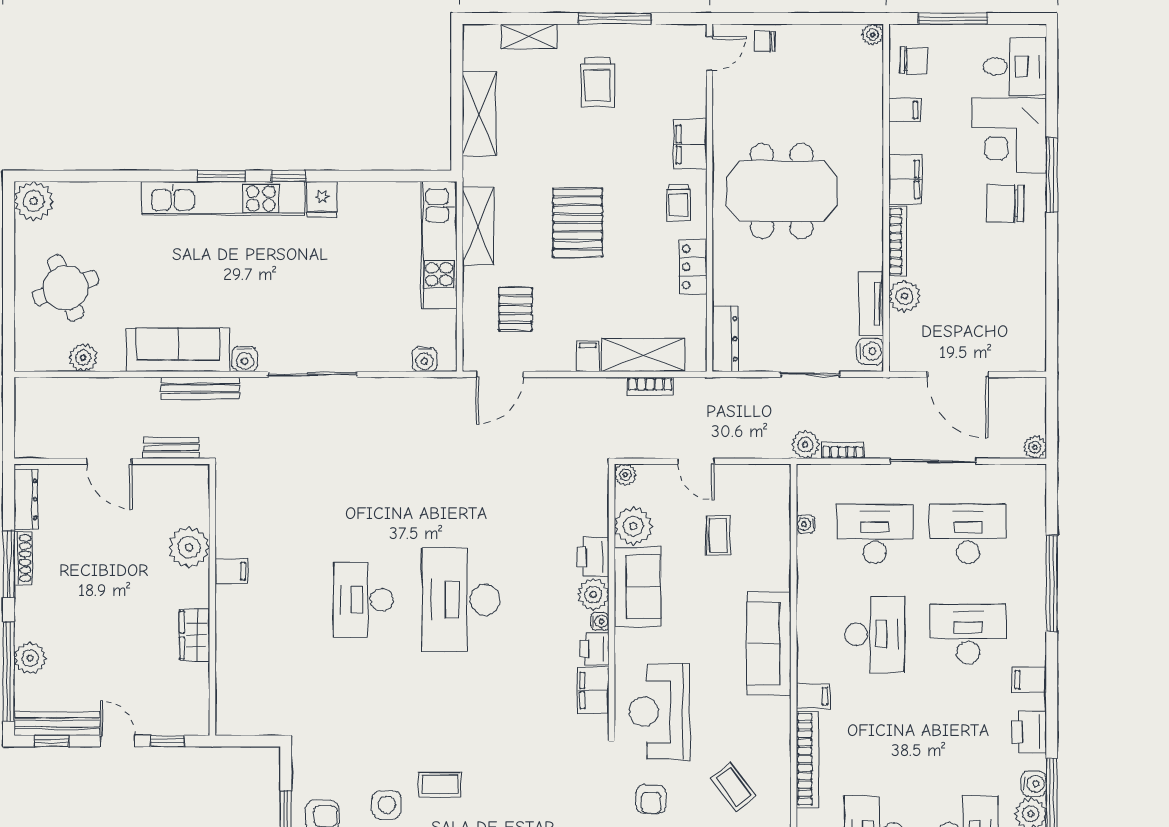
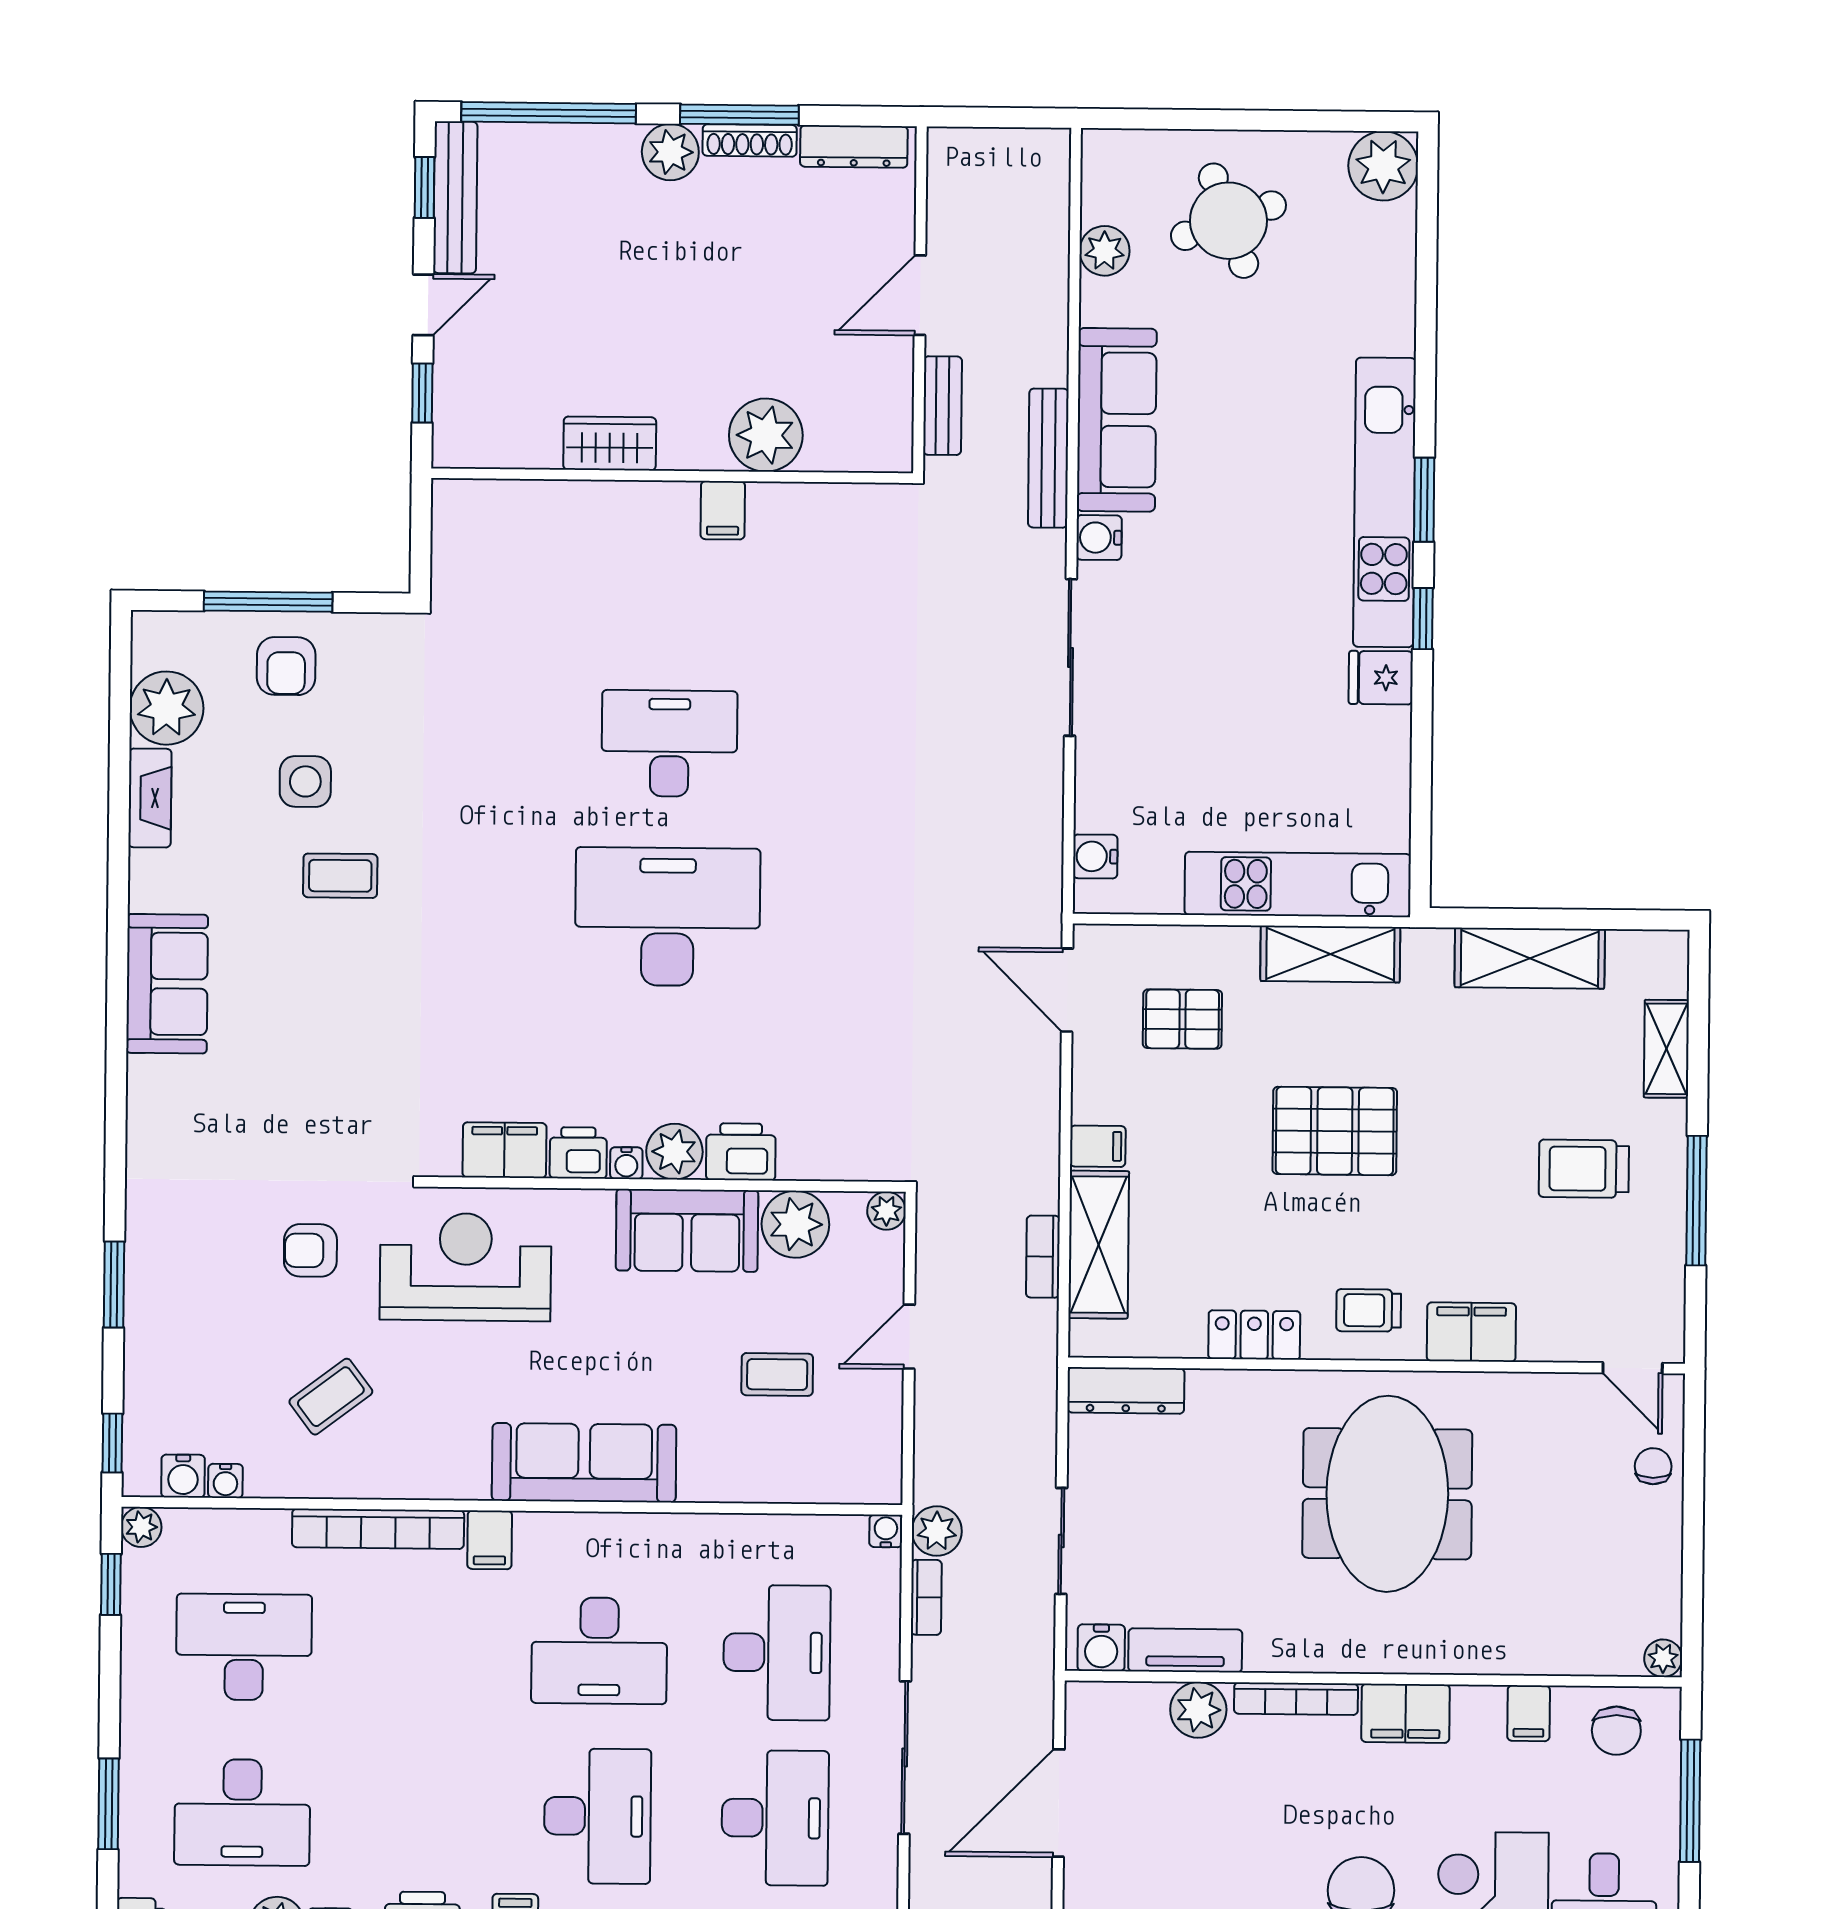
water cooler: (806, 524) -> (886, 1531), moved
plant: (30, 658) -> (670, 152), moved
coffee table: (440, 784) -> (340, 876), turned 90

